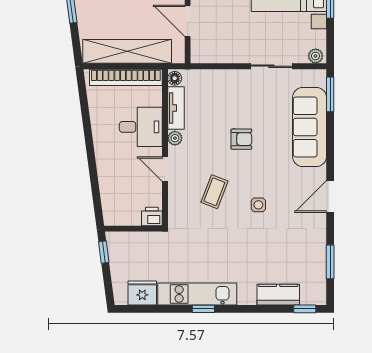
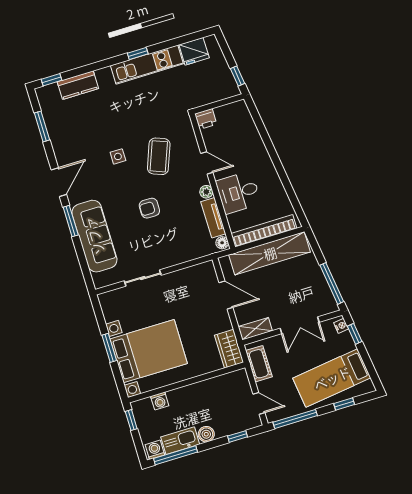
plant: (316, 56) -> (108, 298), removed
window: (330, 94) -> (71, 221), moved
coffee table: (214, 192) -> (159, 156), width x1.36, depth x1.30

